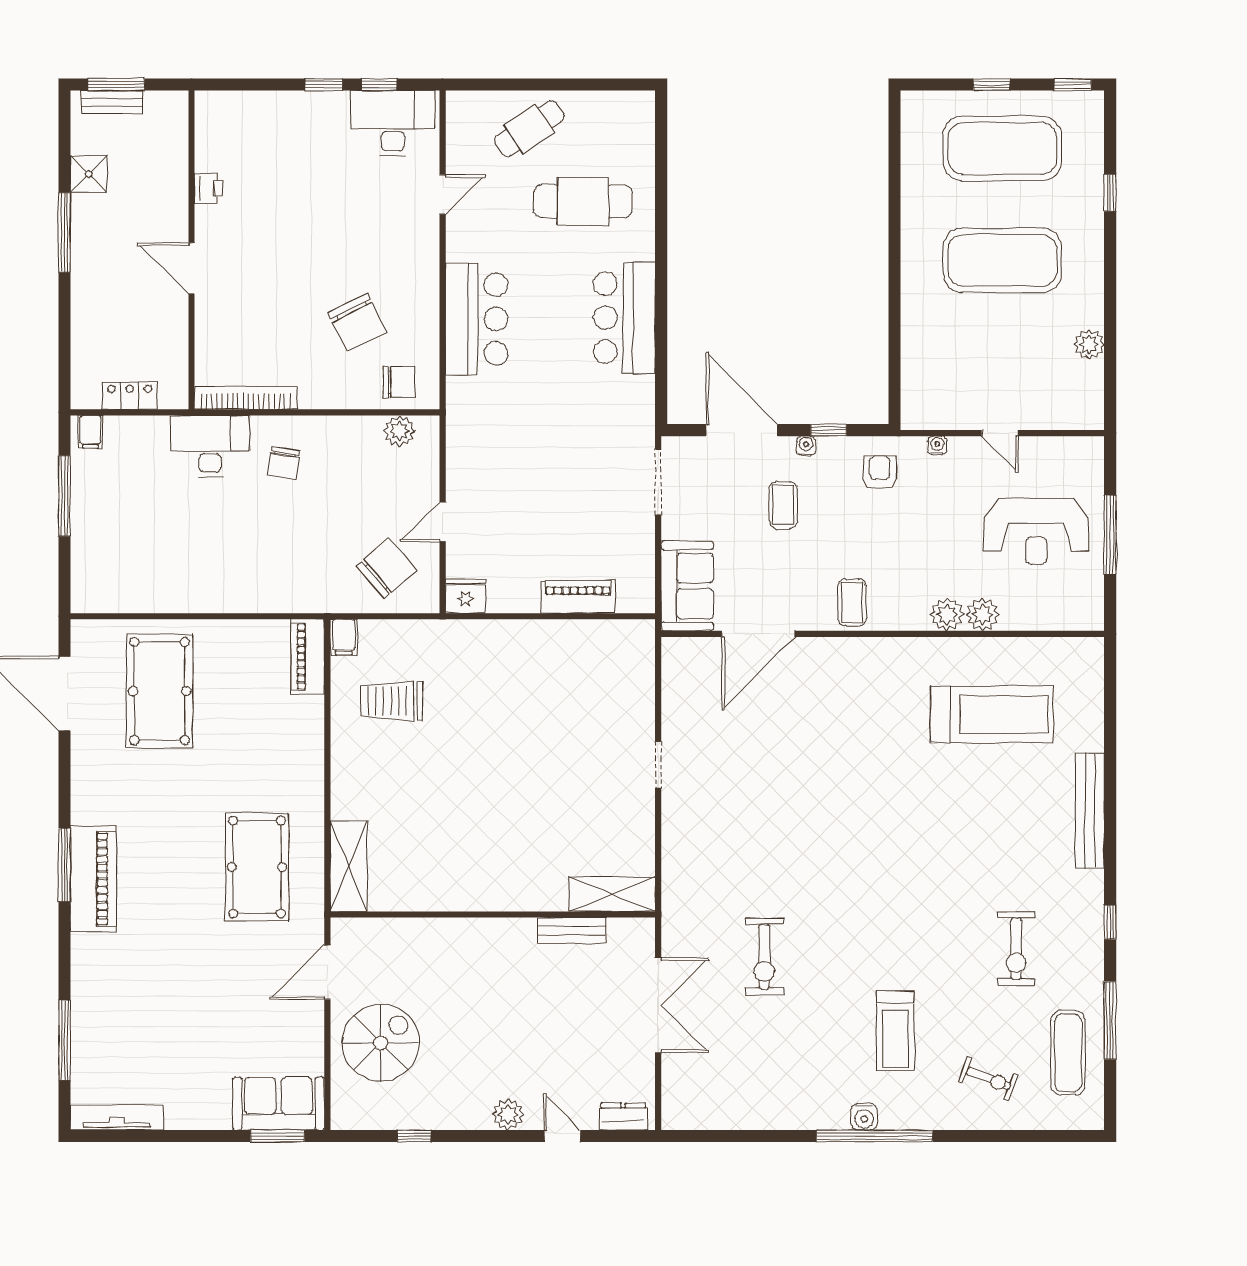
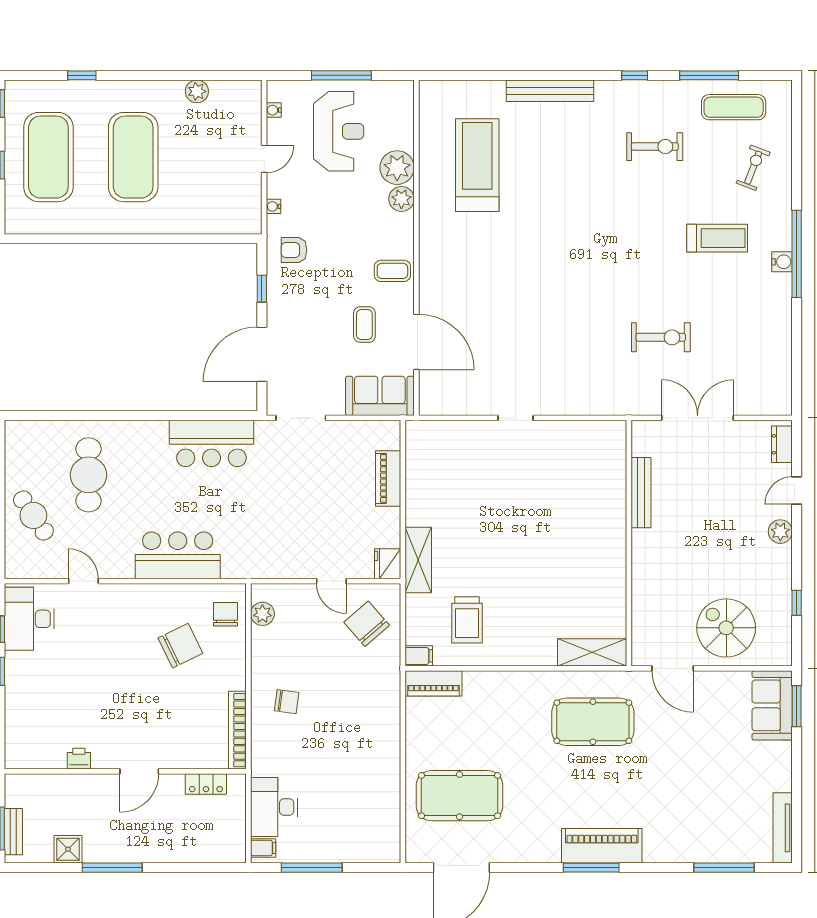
bar counter: (624, 318) -> (211, 443), moved
locker: (130, 396) -> (206, 784), moved, turned -90
desk: (210, 446) -> (274, 807), moved
water cooler: (806, 446) -> (274, 110), moved
coffee table: (783, 505) -> (364, 325), moved, turned 90
plant: (982, 615) -> (397, 168), width x1.36, depth x1.36
shelving: (612, 894) -> (418, 560), moved
bench: (572, 931) -> (641, 493), width x1.36

